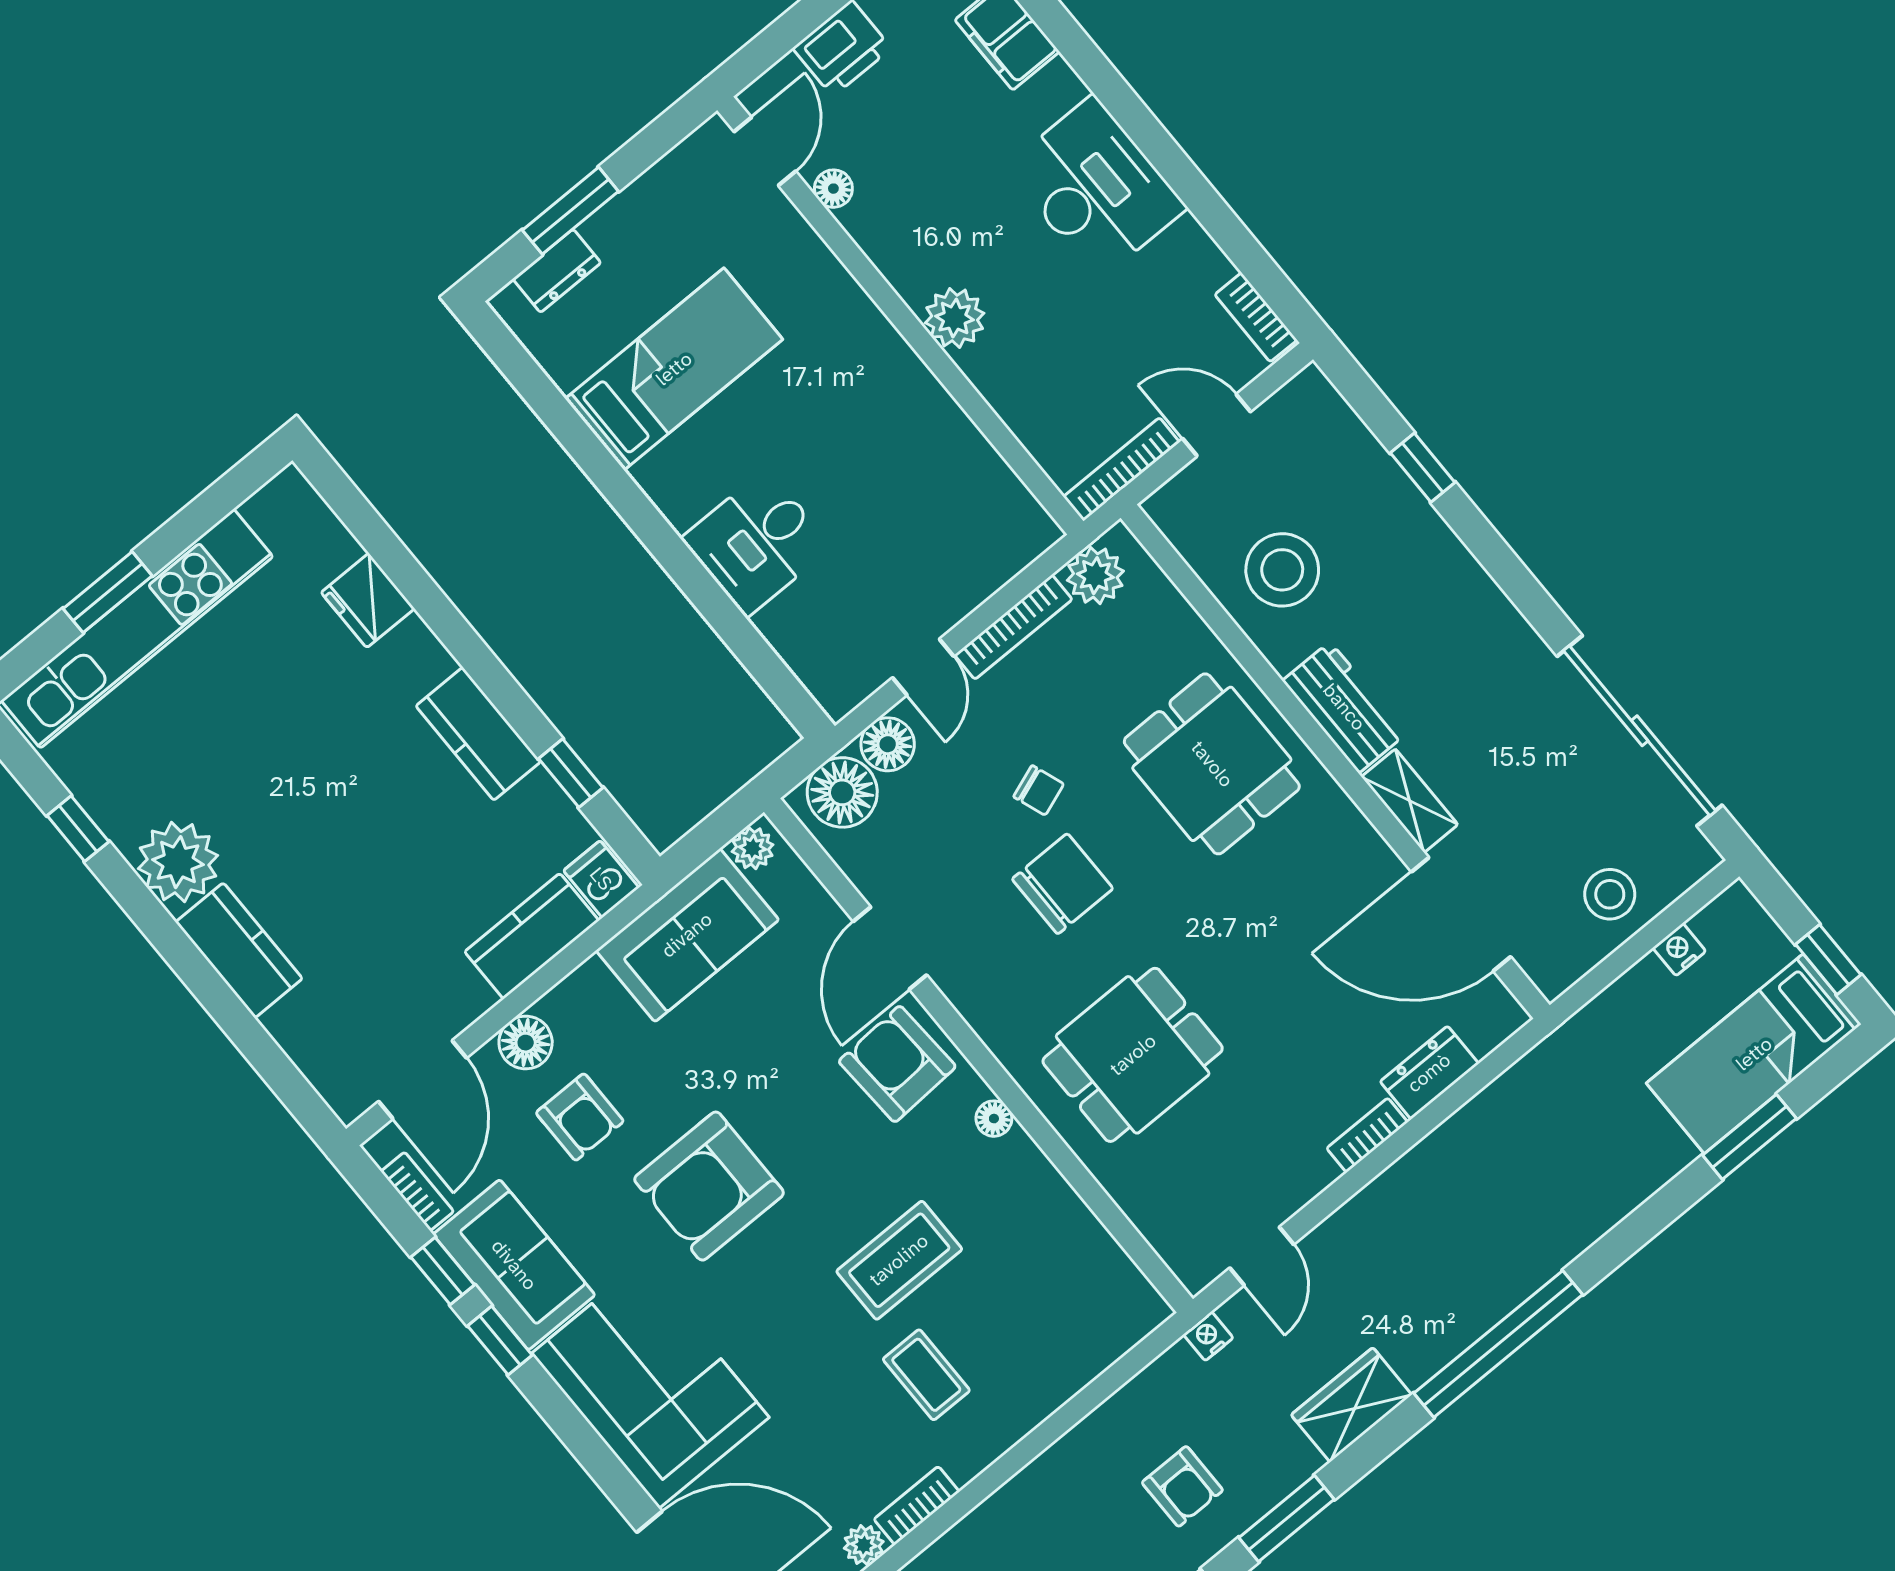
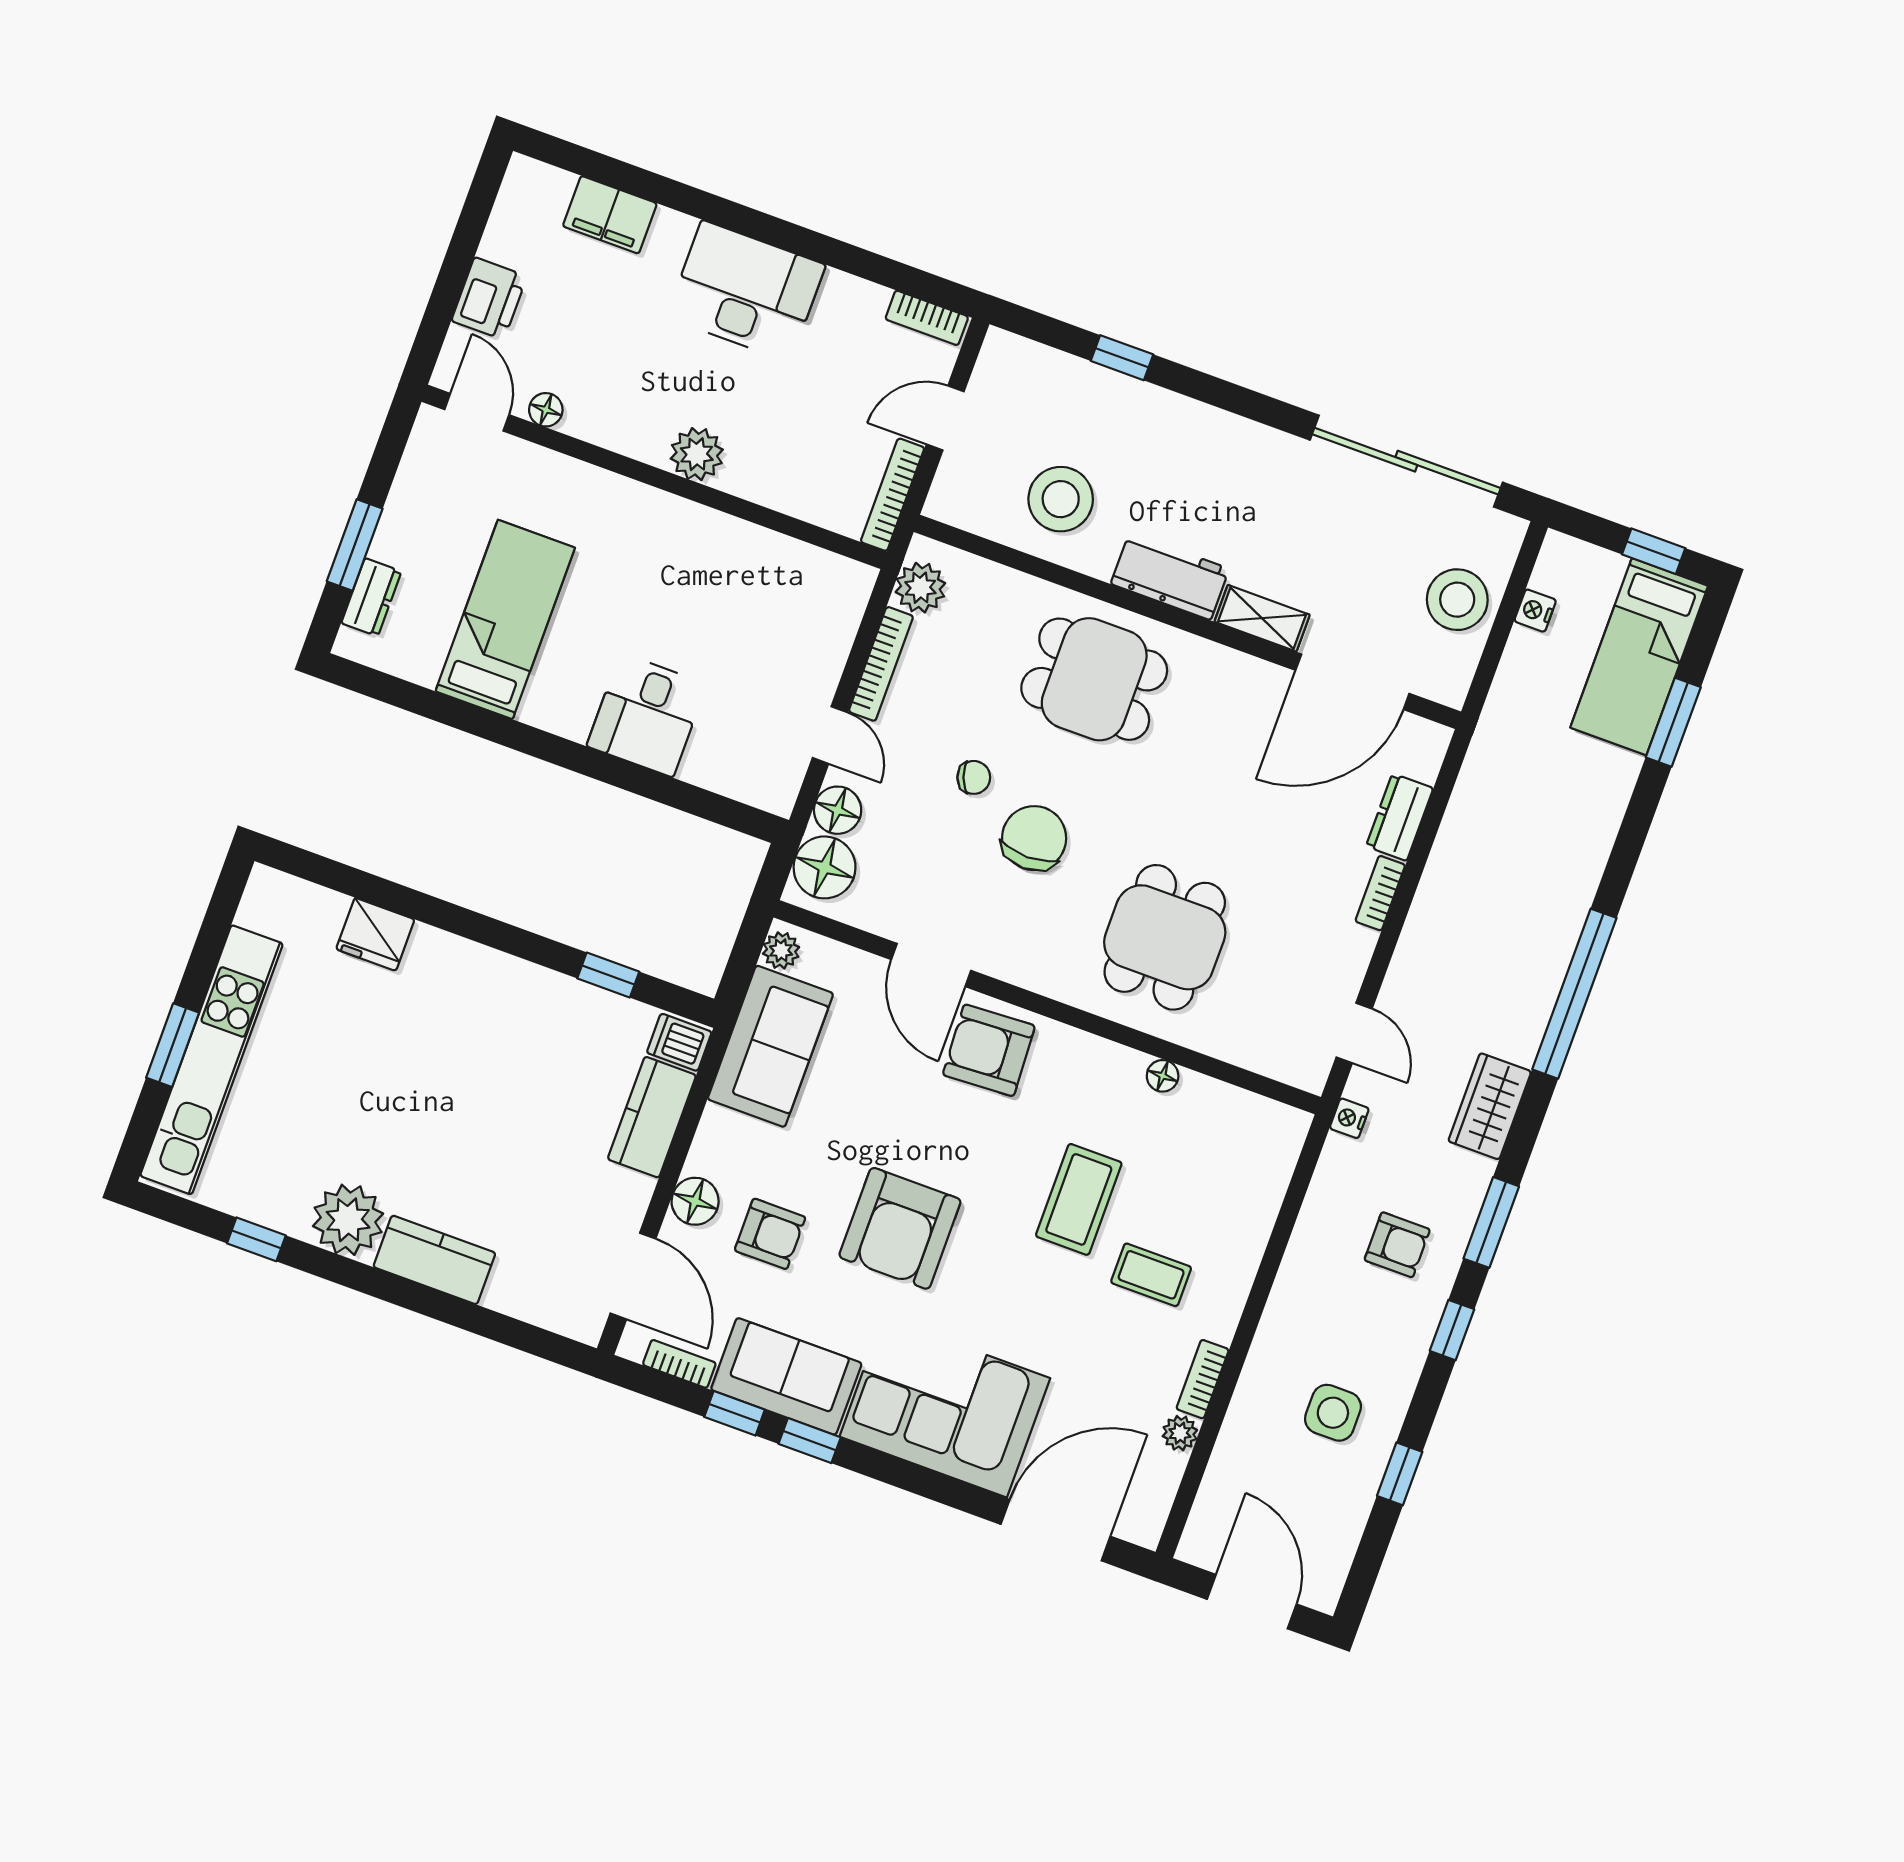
kitchen counter: (478, 734) -> (520, 987), removed
stool: (1610, 894) -> (1457, 600), width x1.38, depth x1.38
floor lamp: (994, 1119) -> (1163, 1076), moved

